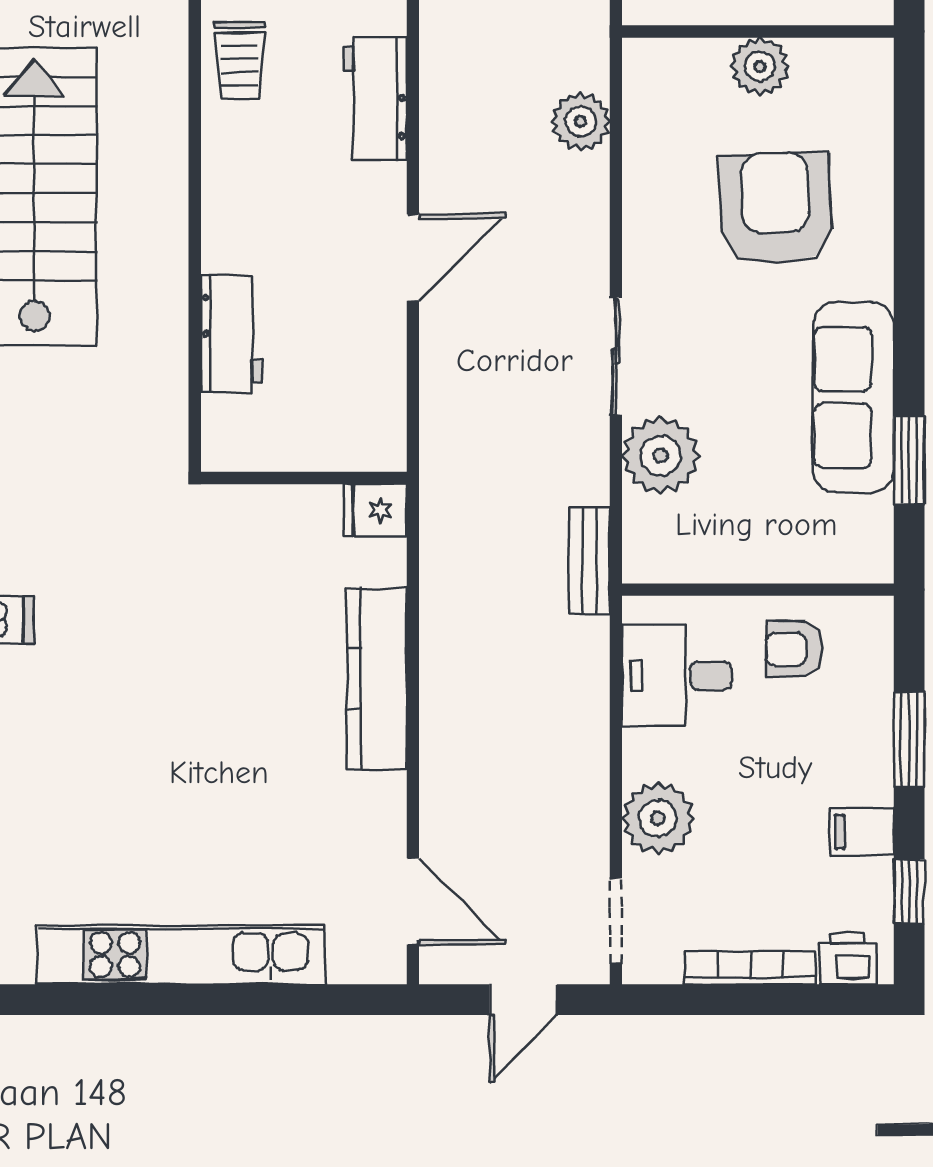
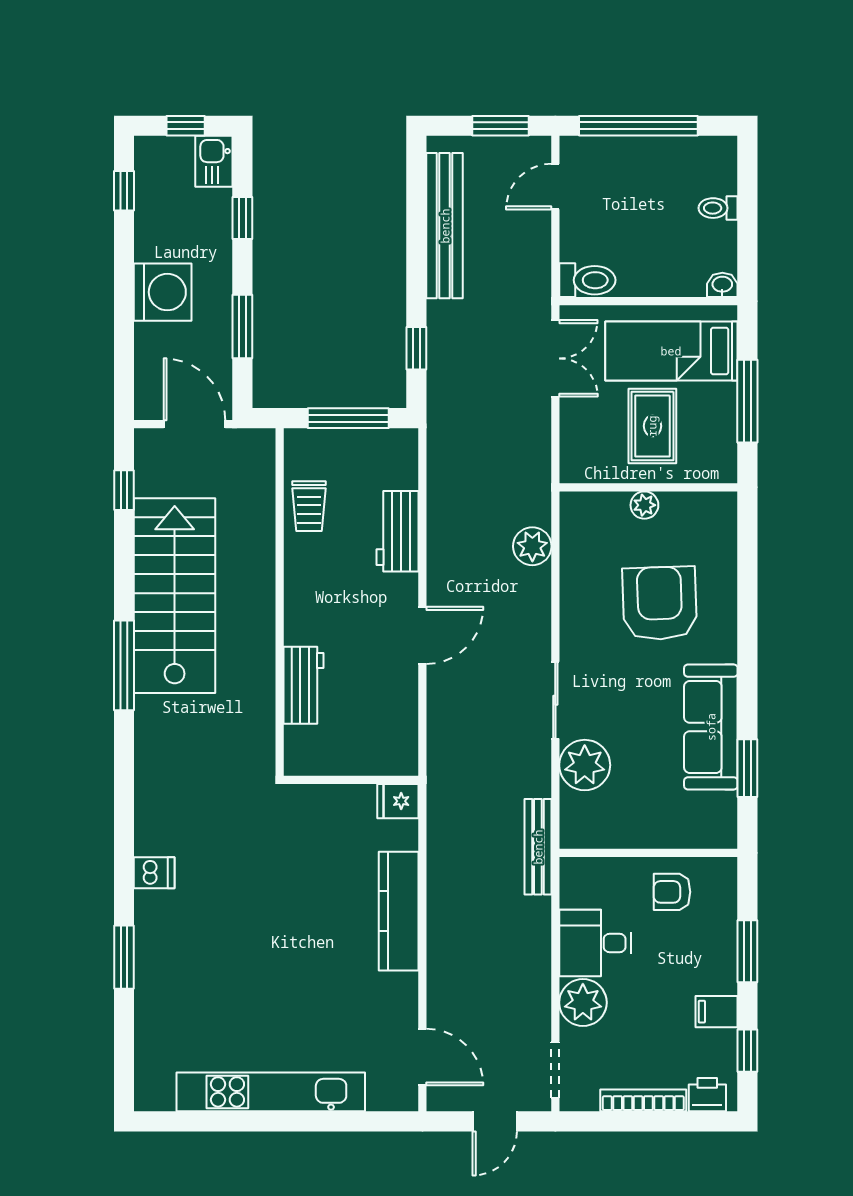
plant: (760, 66) -> (644, 505), width x0.73, depth x0.73
bench: (589, 561) -> (538, 847), width x1.36
desk: (677, 675) -> (595, 943), moved

